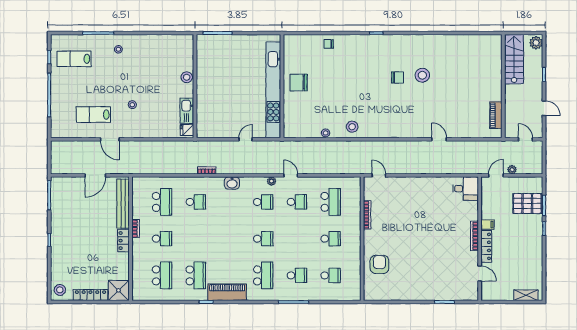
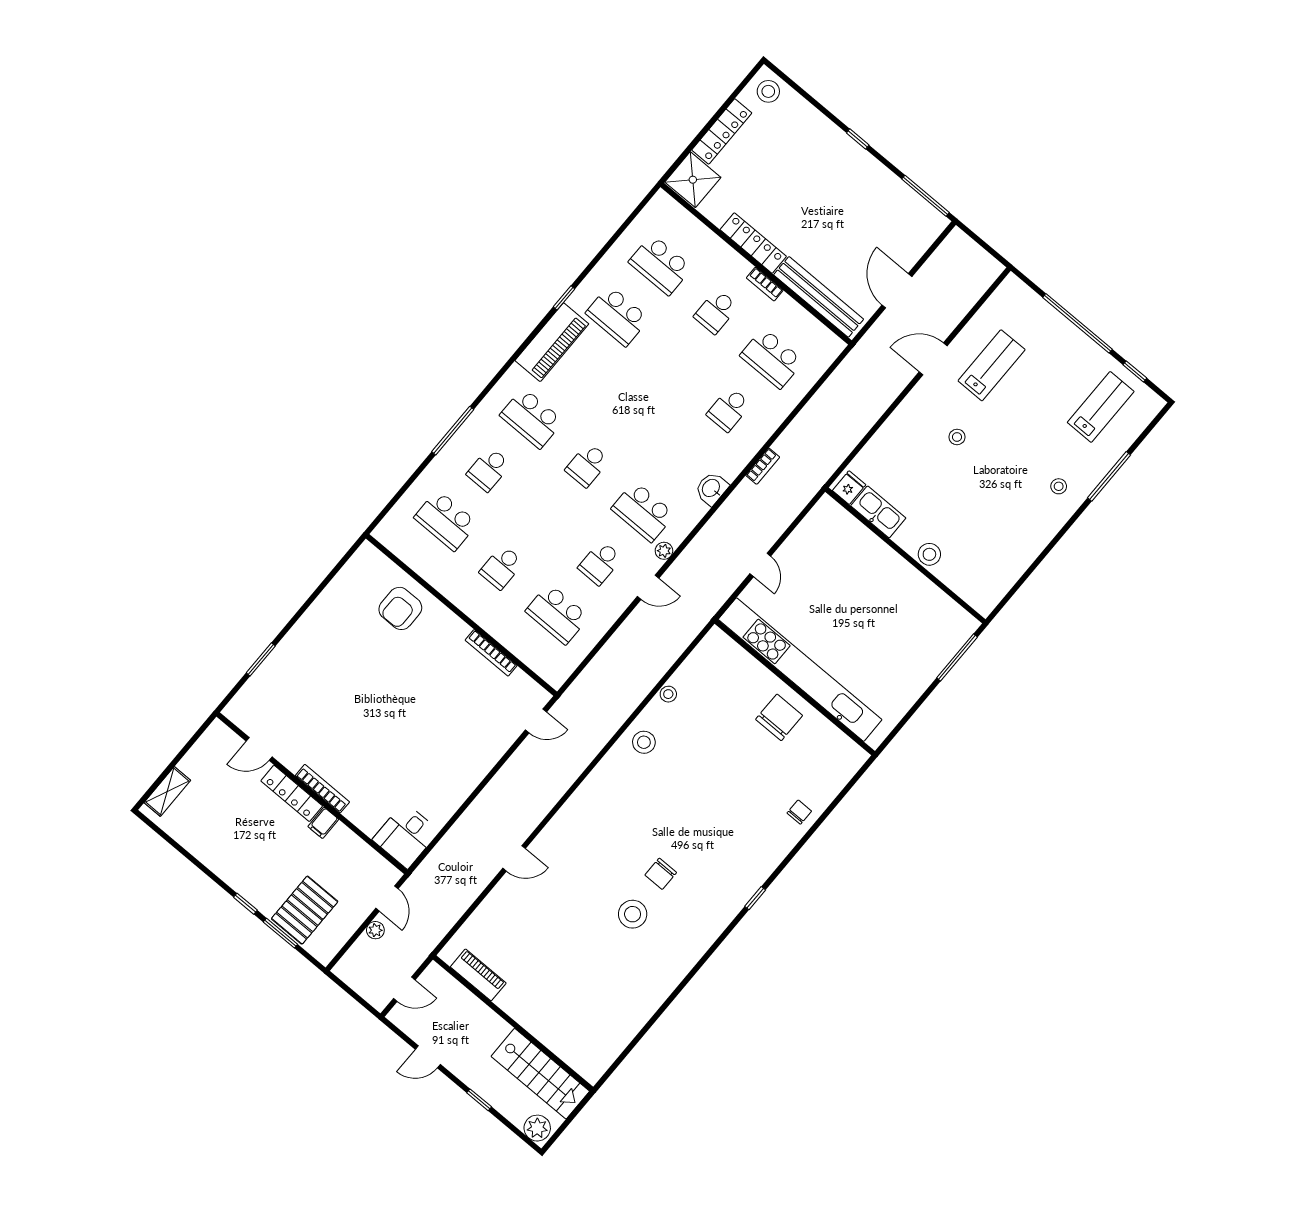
school desk: (263, 202) -> (643, 512), width x1.85
locker: (123, 241) -> (753, 243), width x1.53
armchair: (379, 264) -> (400, 608), turned 90
school desk: (331, 275) -> (446, 520), width x1.85

